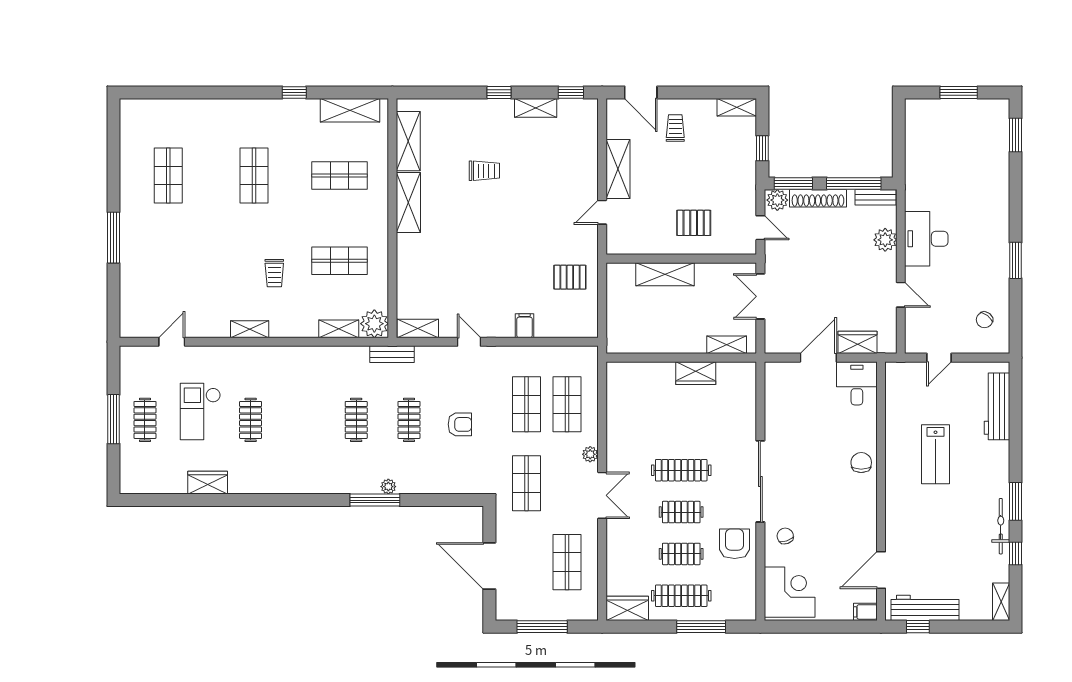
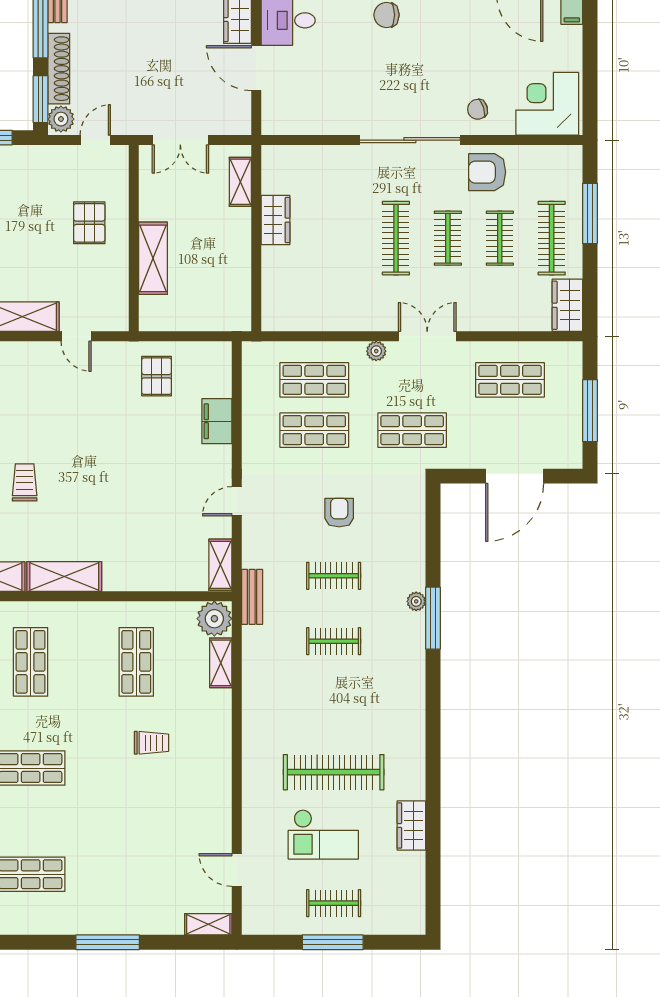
filing cabinet: (525, 326) -> (217, 421), width x2.00
shelving: (250, 329) -> (208, 924), moved, turned 90
clothes rail: (251, 420) -> (334, 772), width x1.86, depth x1.31

